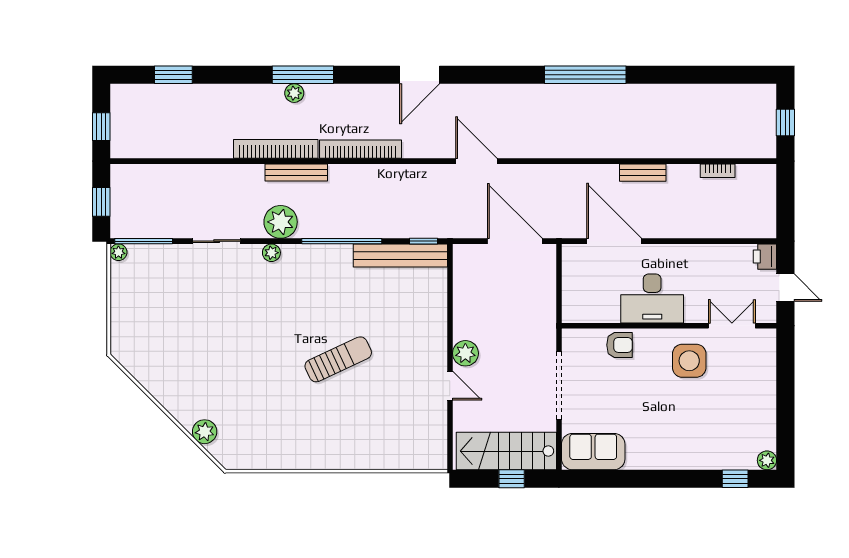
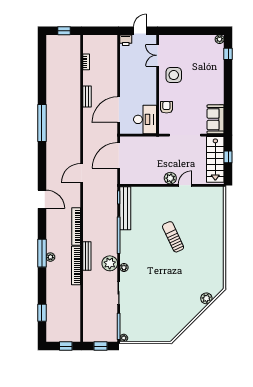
desk: (652, 298) -> (145, 119), moved

